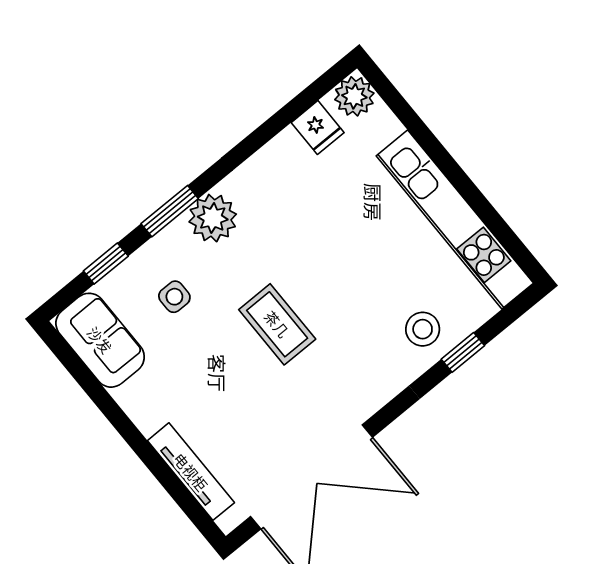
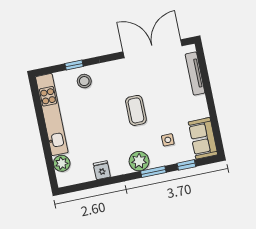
plant: (354, 96) -> (62, 163), moved
fridge: (318, 128) -> (102, 170), moved

